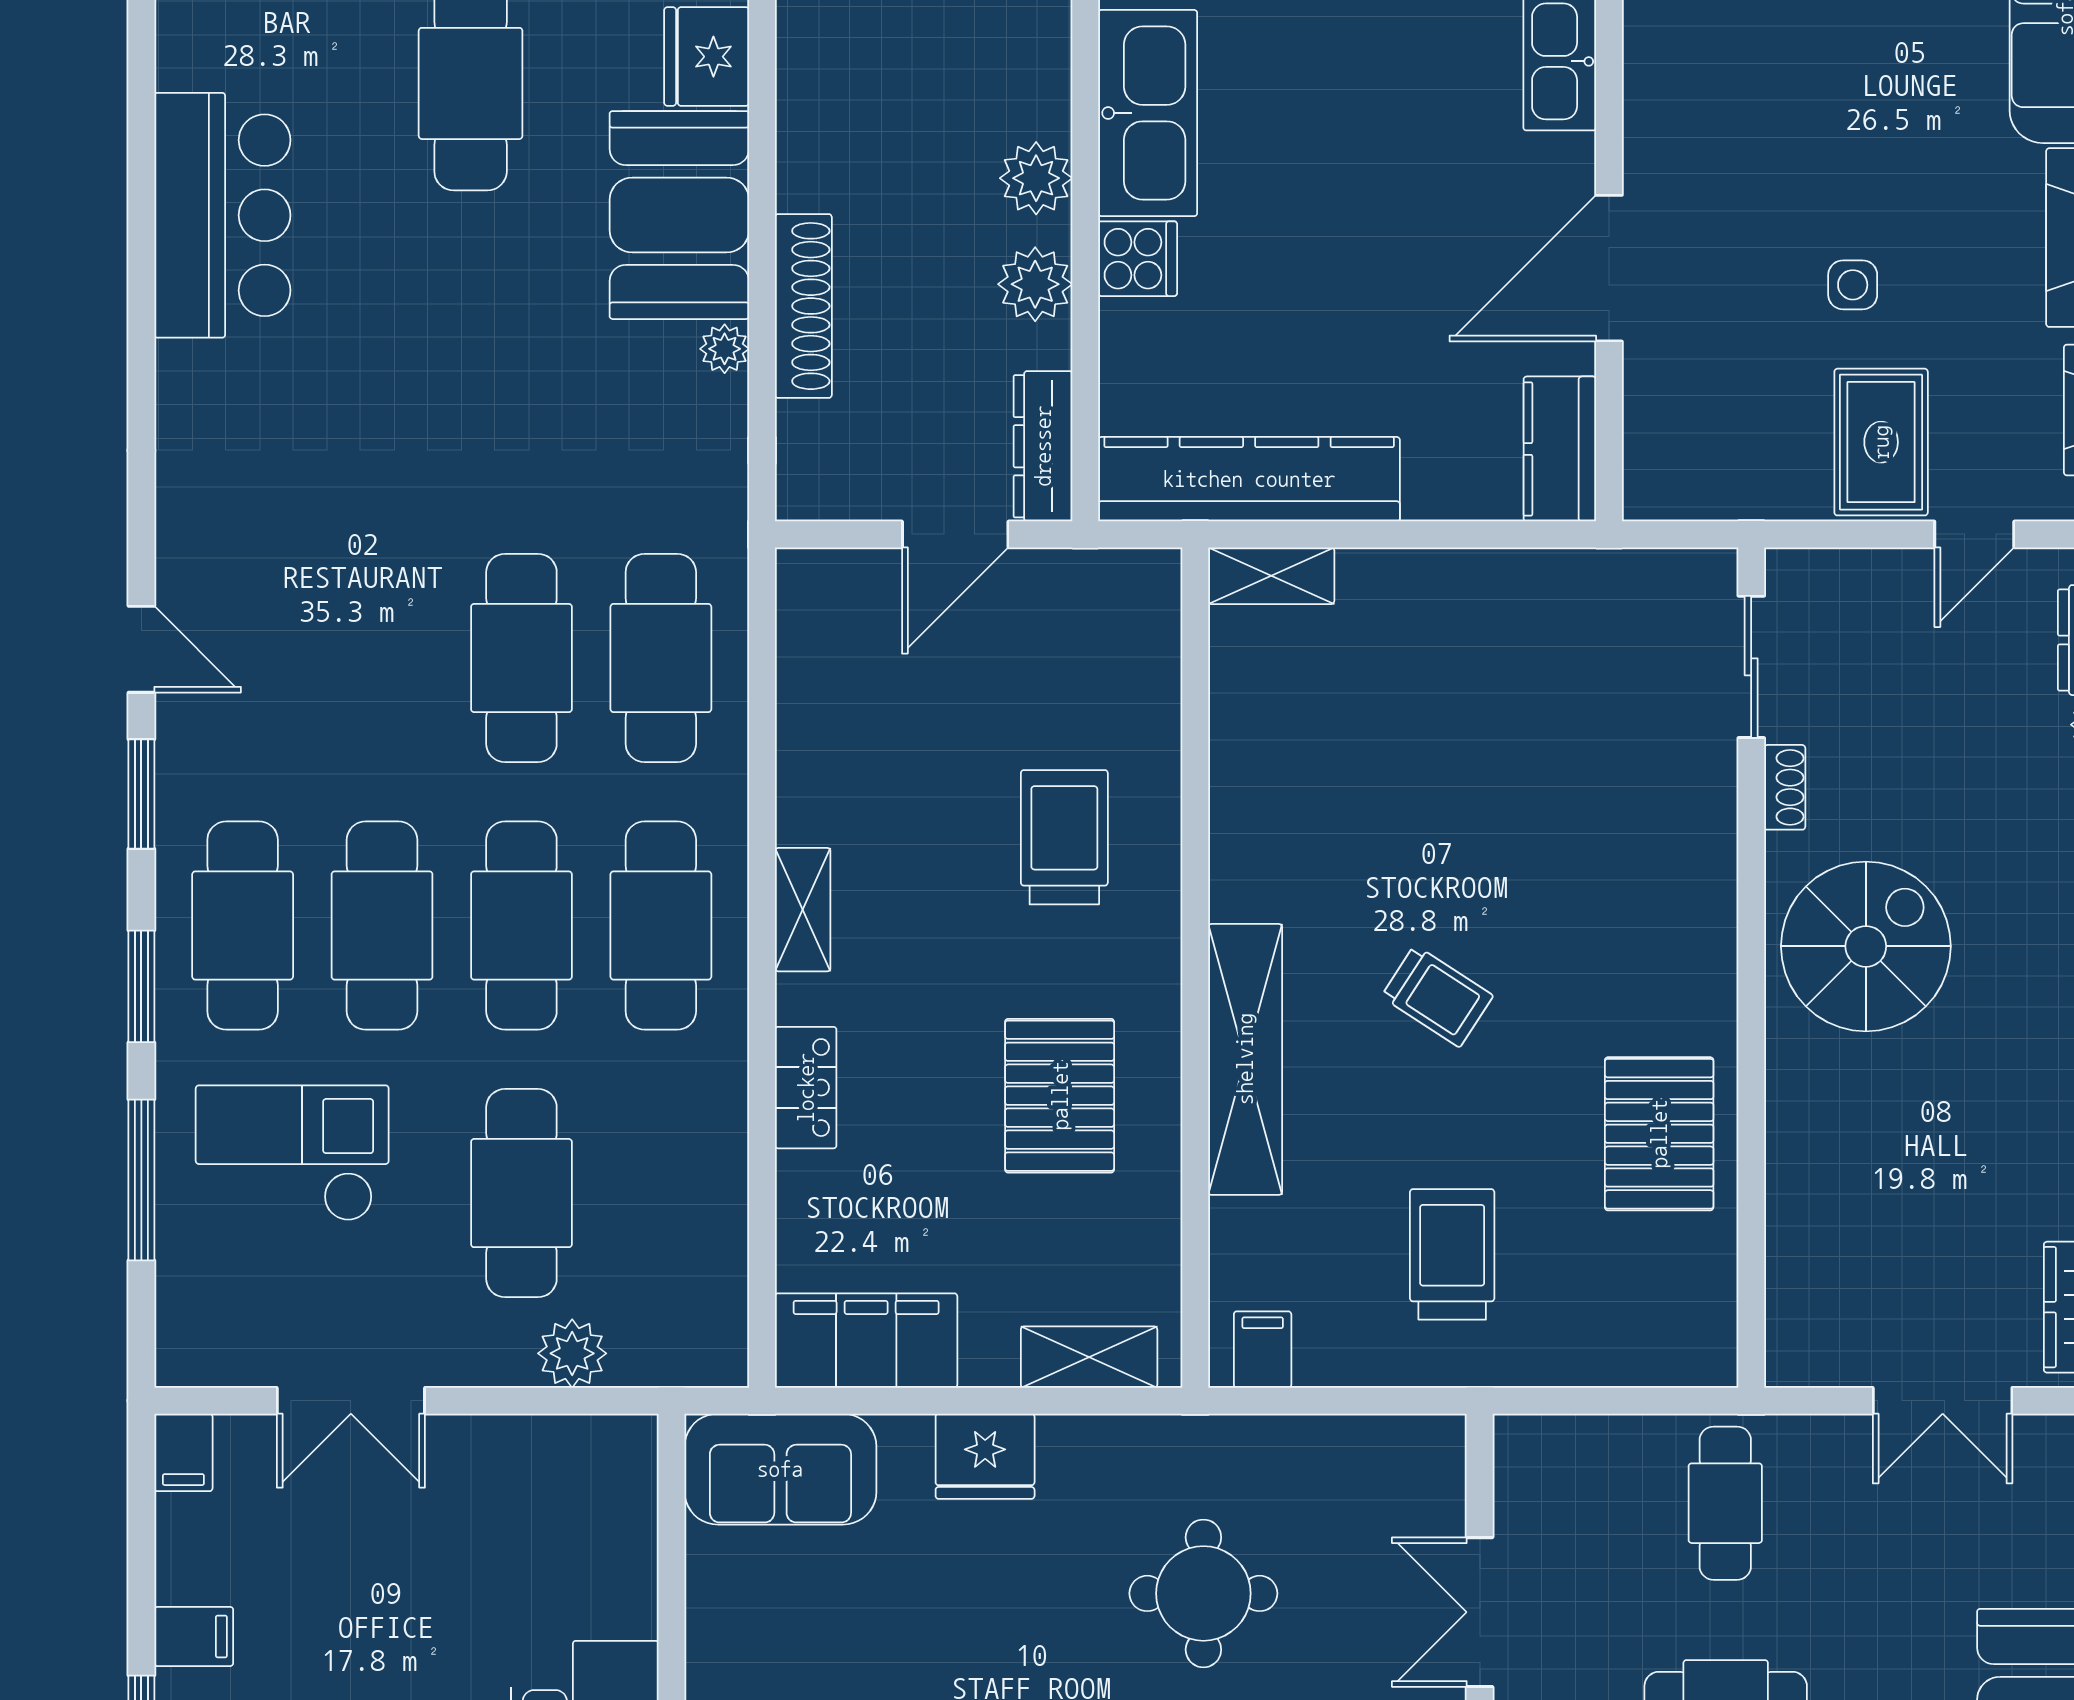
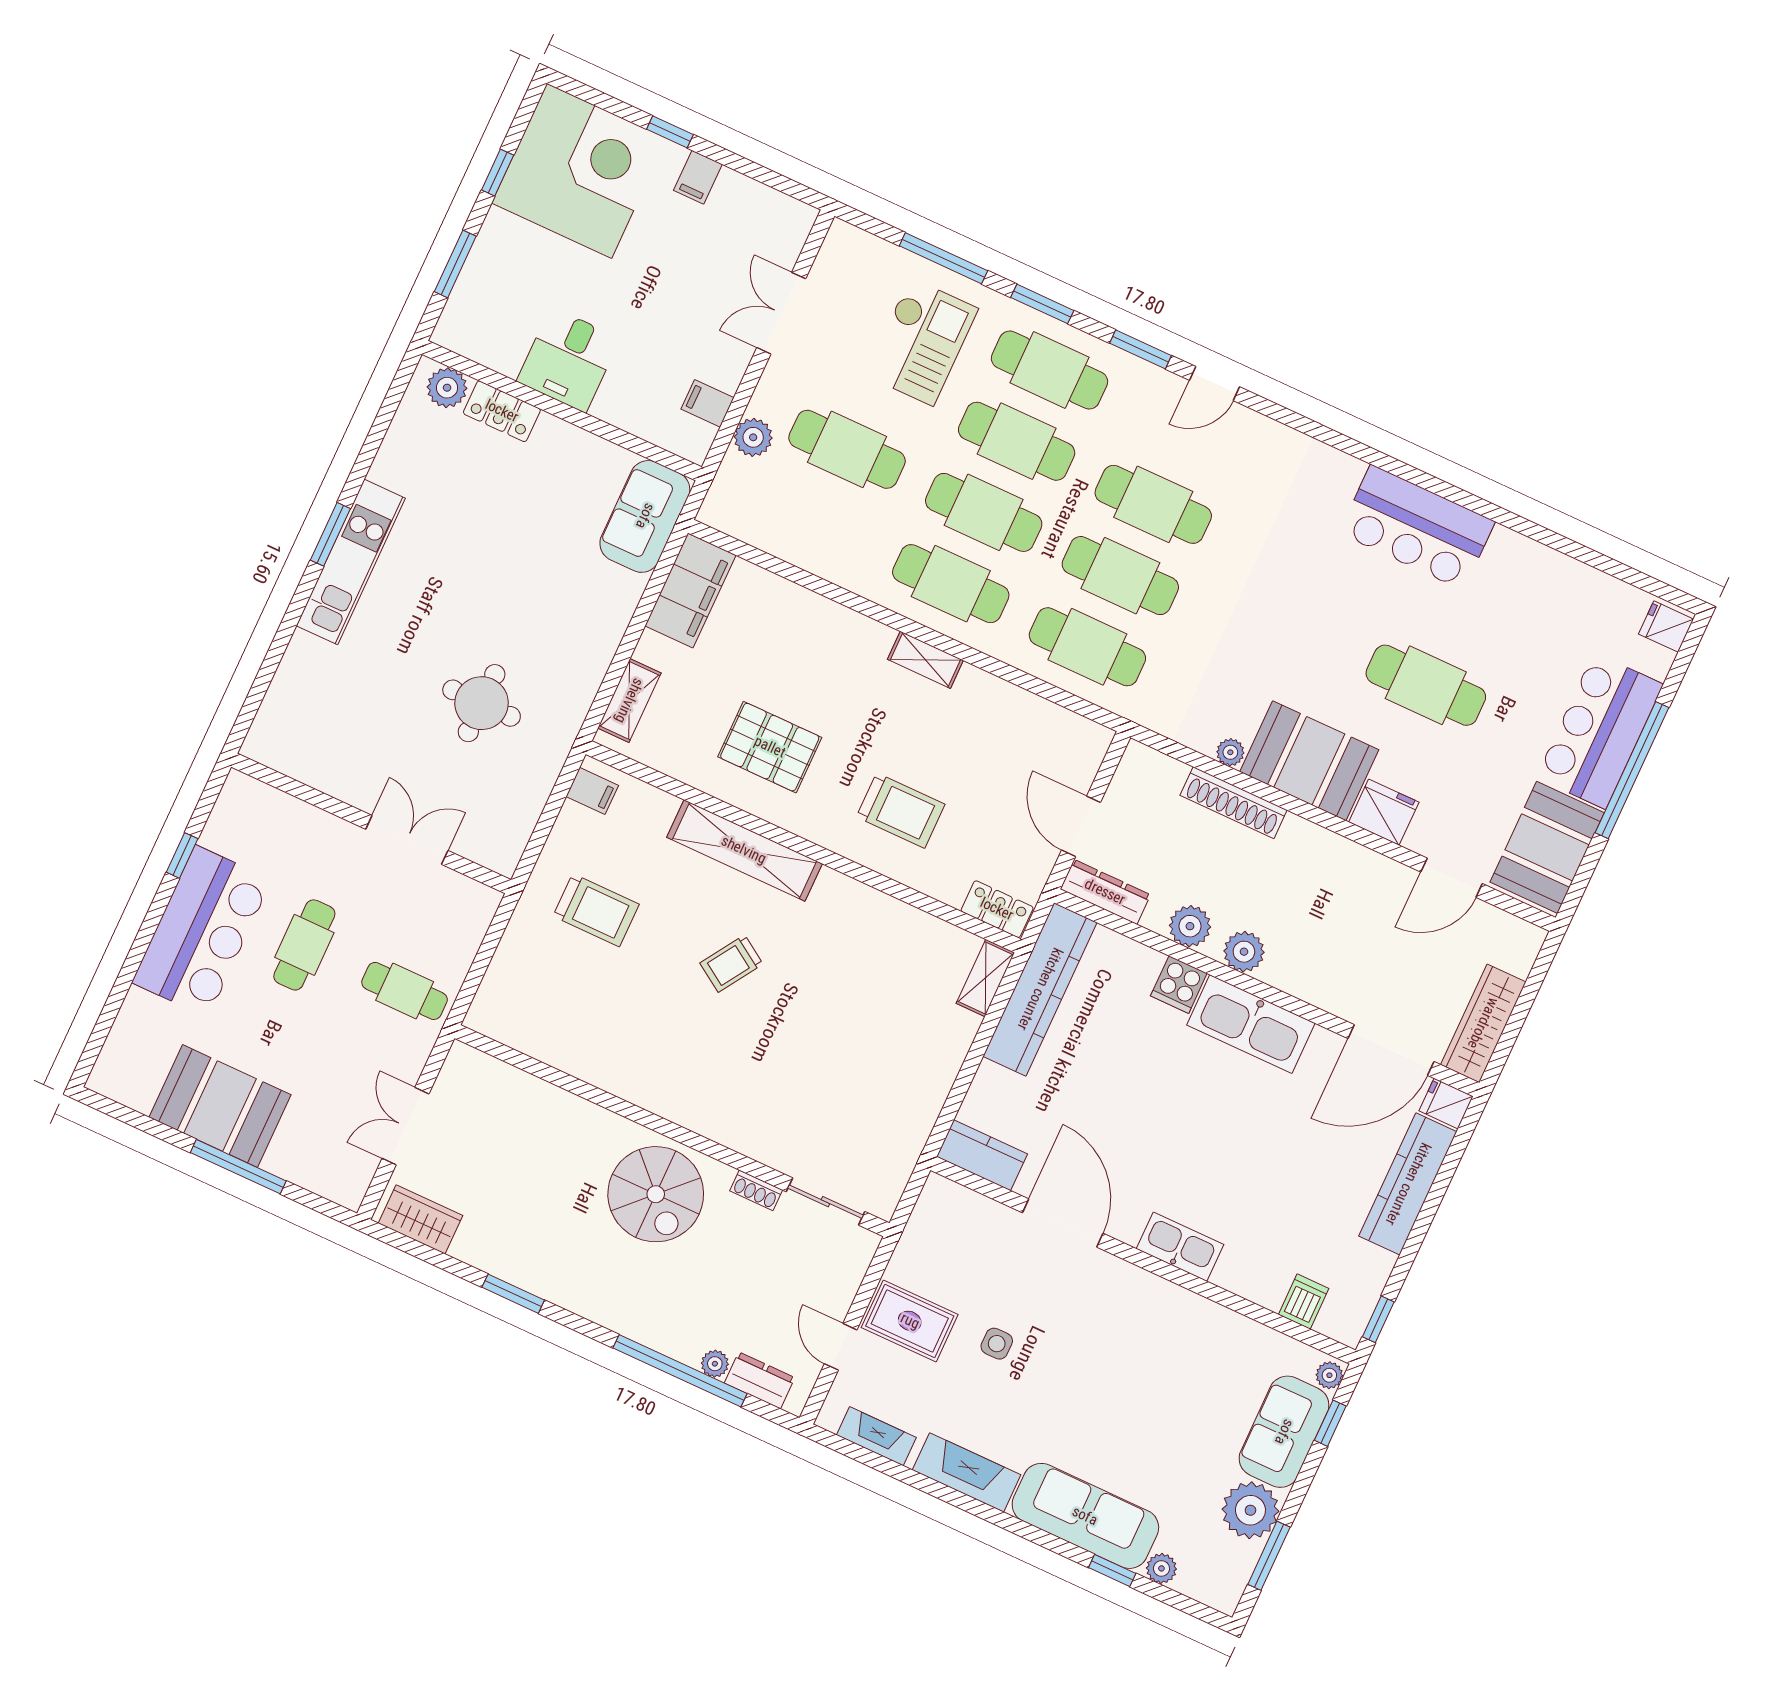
cafe table: (382, 658) -> (1153, 504), added
locker: (806, 1088) -> (997, 909), moved, turned 180
pallet: (1659, 1134) -> (609, 1044), removed
filing cabinet: (183, 1452) -> (708, 403), moved
fridge: (985, 1456) -> (603, 624), removed

